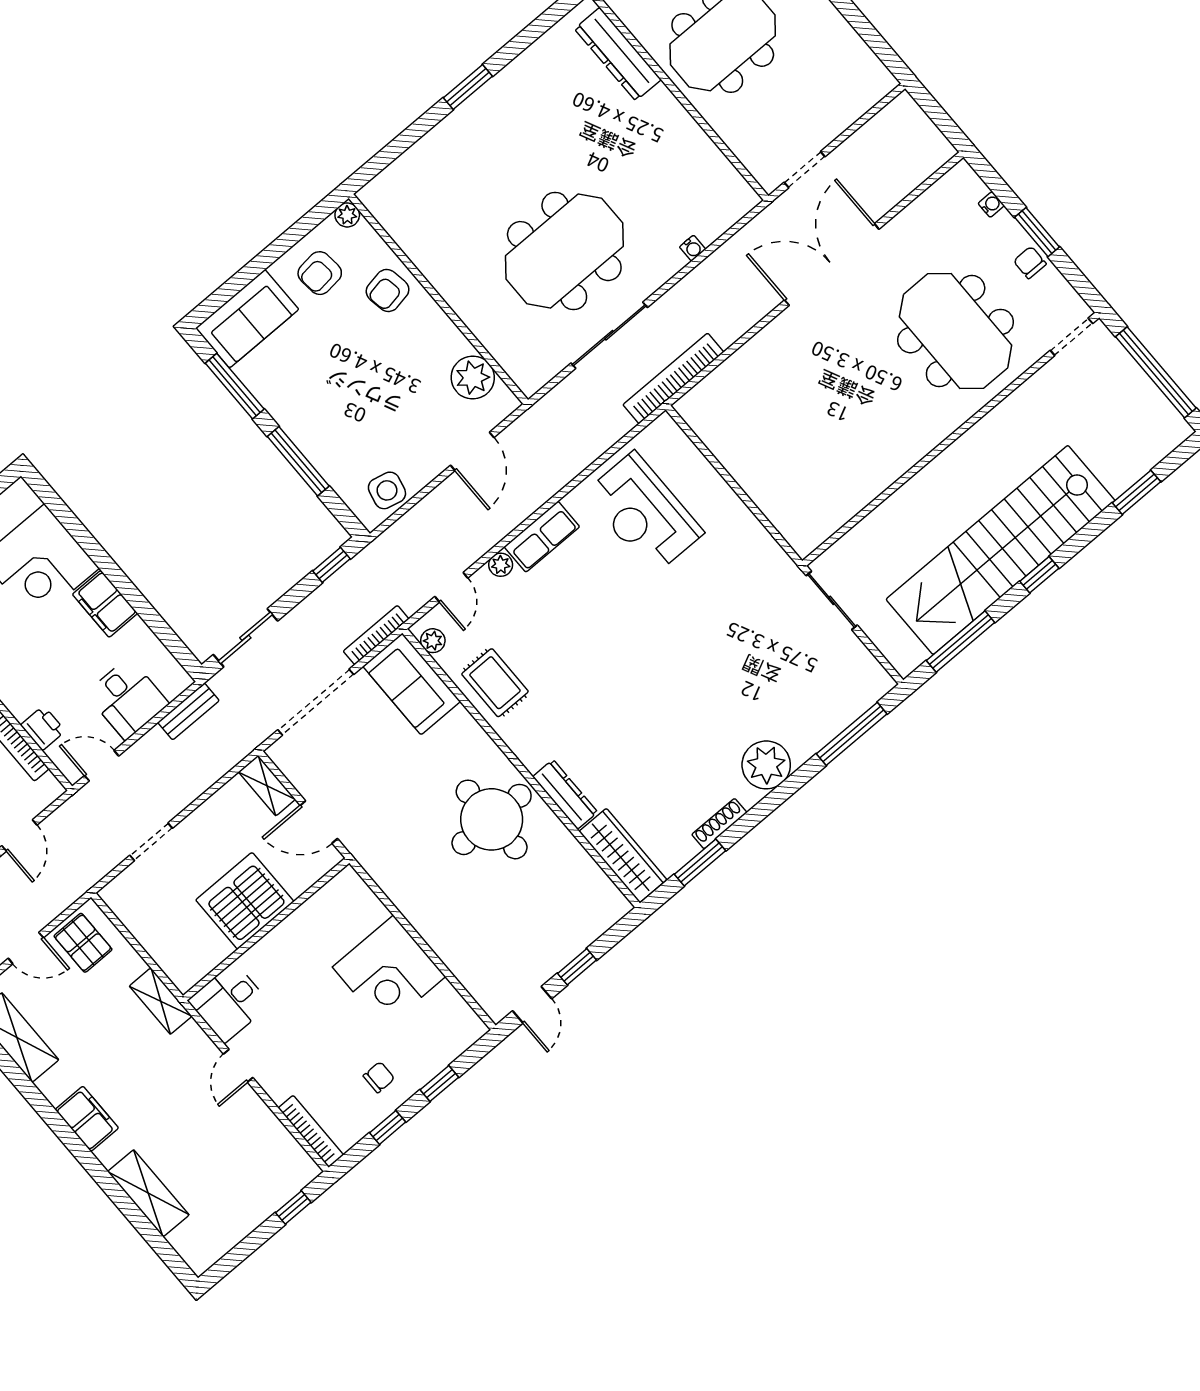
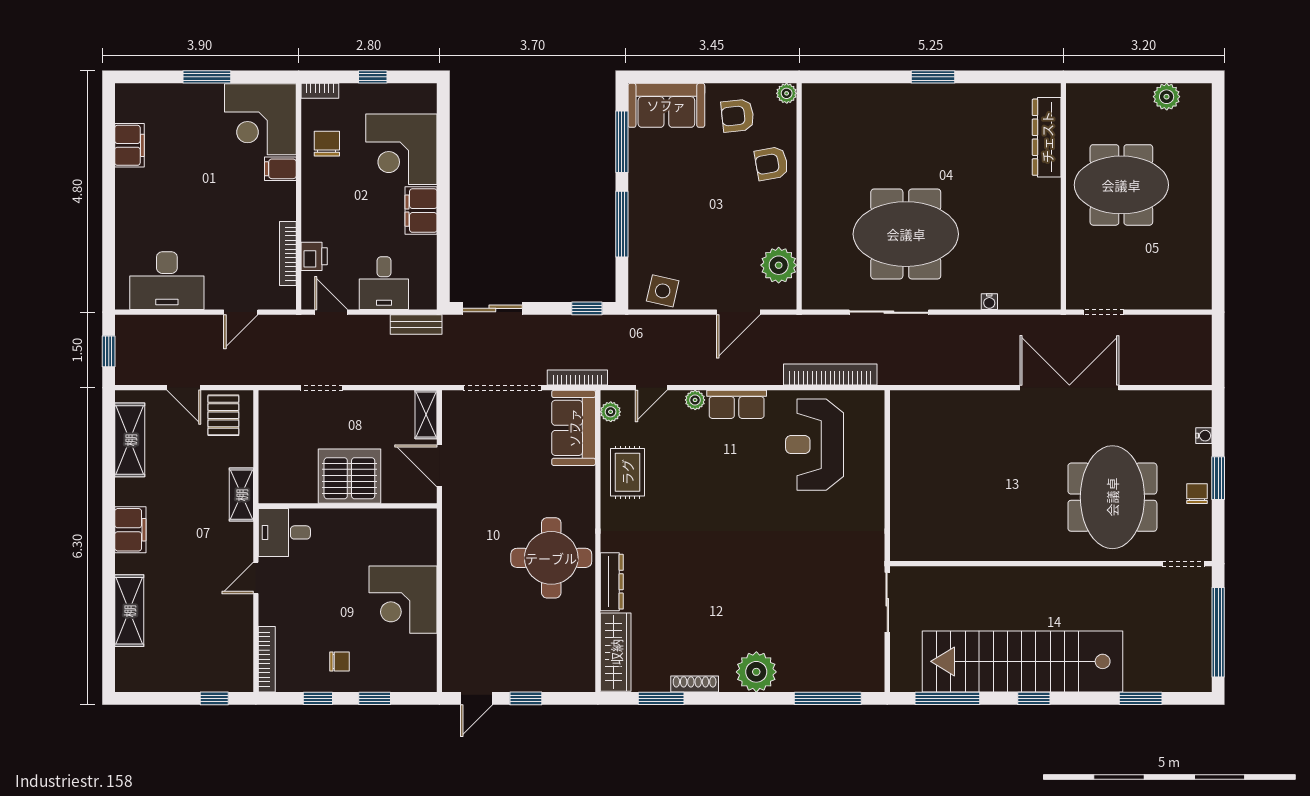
bookcase: (673, 378) -> (830, 375), moved

